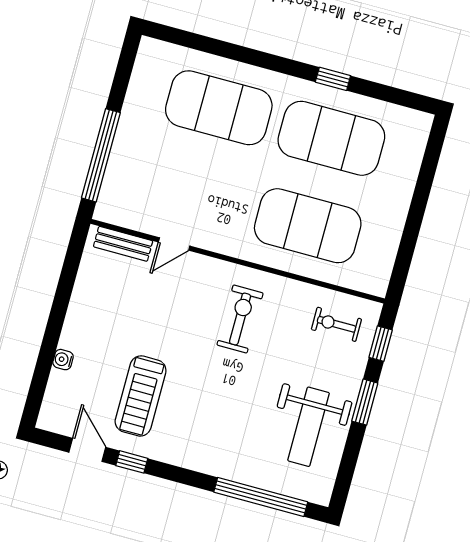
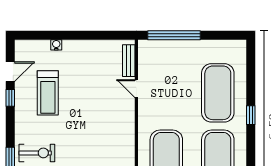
window: (333, 79) -> (251, 115), moved
exercise bike: (240, 319) -> (37, 153), moved
treadmill: (141, 396) -> (48, 93), turned -90

